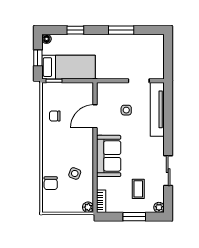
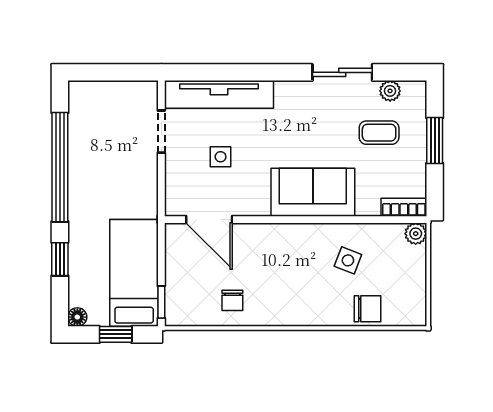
window: (121, 30) -> (60, 167), width x2.11
door: (95, 116) -> (209, 220), moved
plant: (159, 207) -> (390, 91), moved

